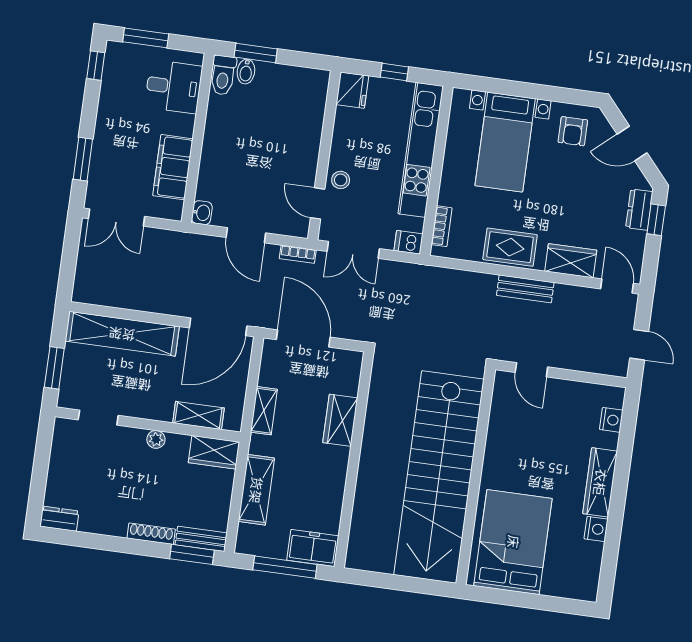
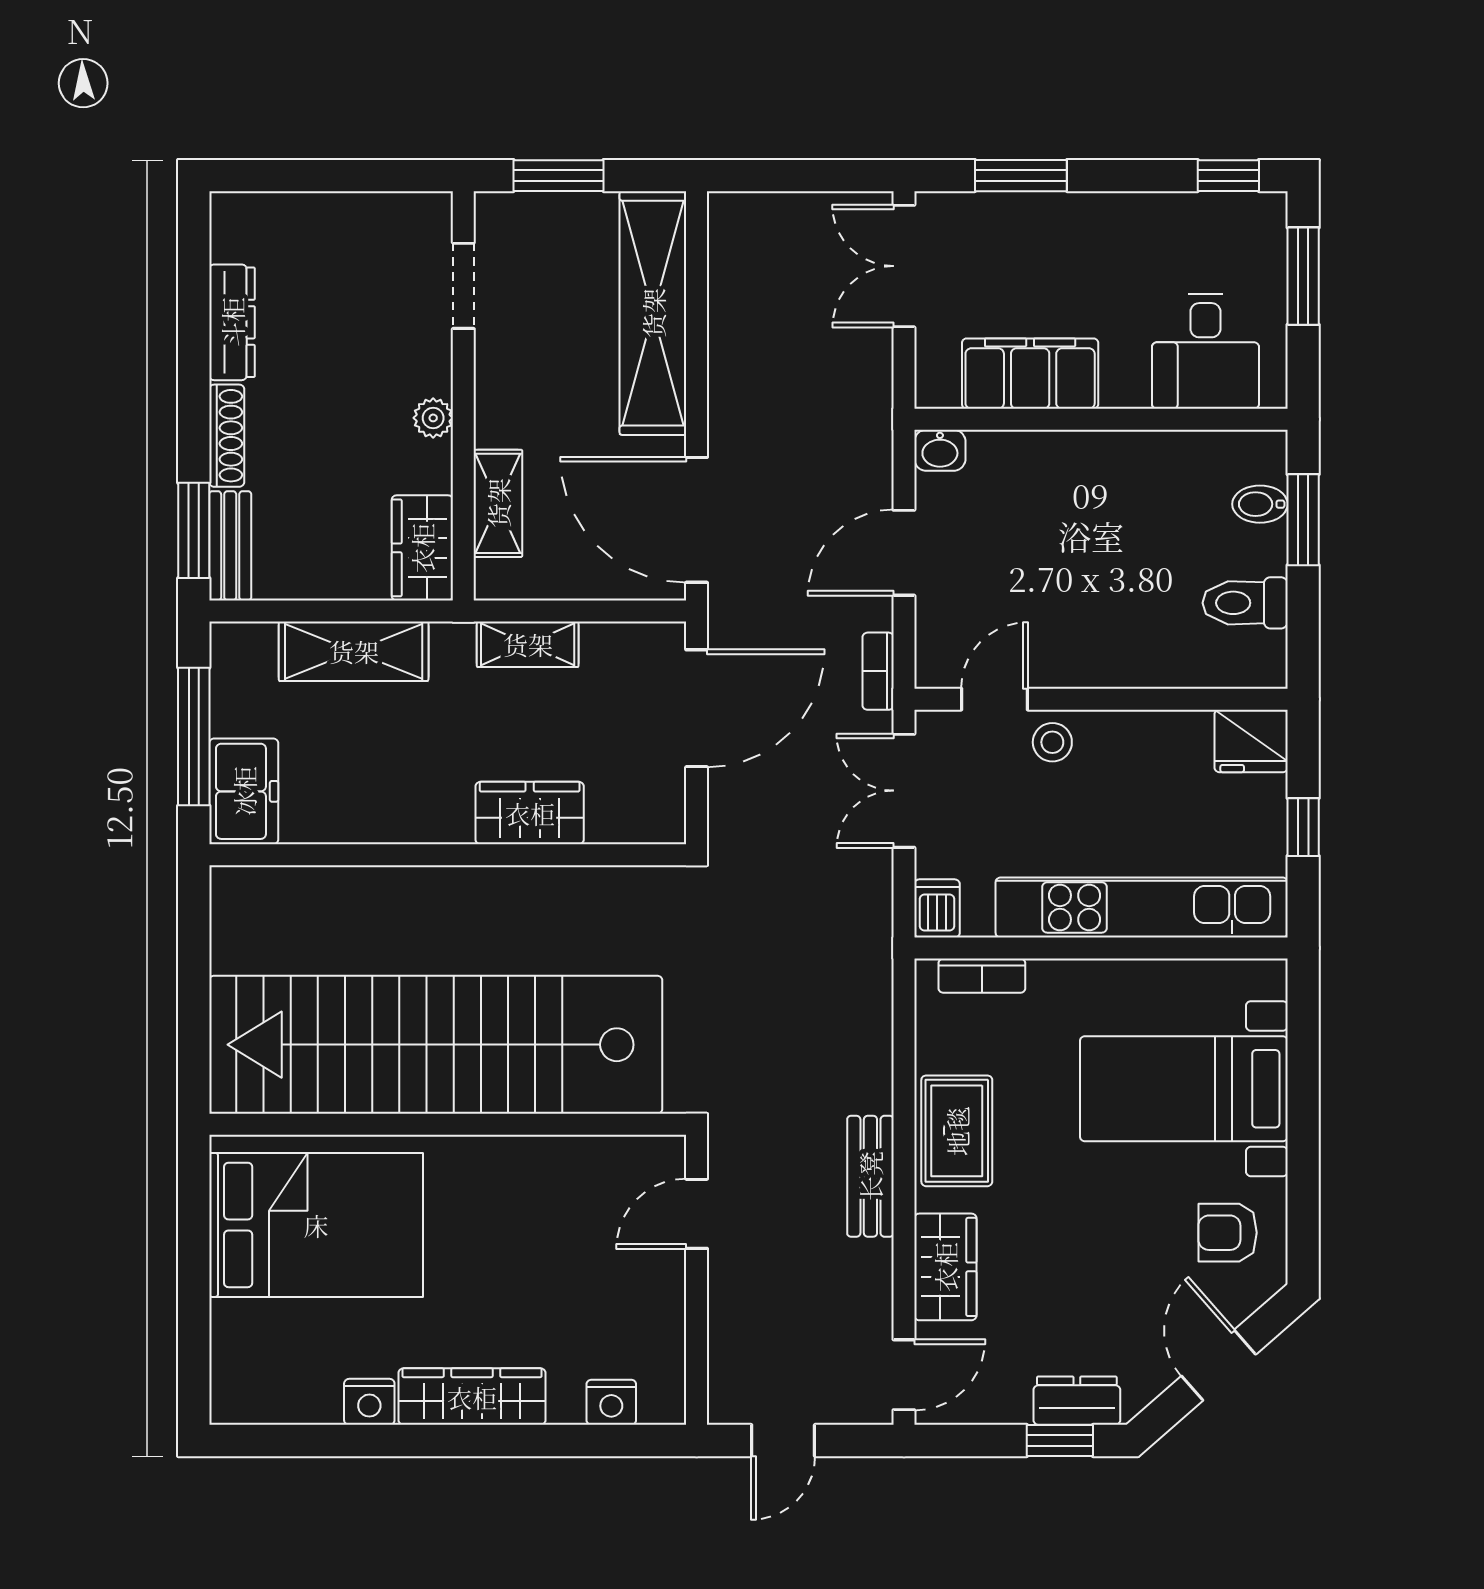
toilet: (223, 75) -> (1245, 603), moved
dresser: (59, 519) -> (232, 322), moved, width x1.44

